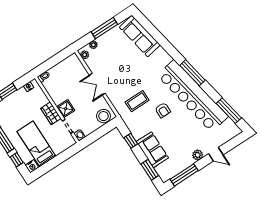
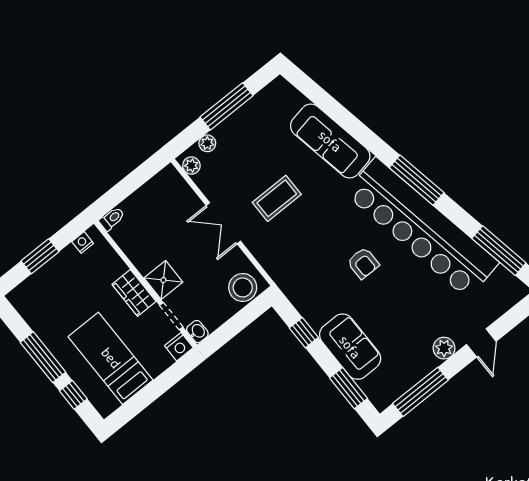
sofa: (140, 36) -> (330, 141), moved
coffee table: (137, 101) -> (277, 198), moved
door: (216, 154) -> (481, 343), hinge flipped
nightstand: (32, 166) -> (179, 347), moved

